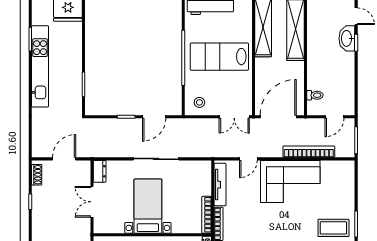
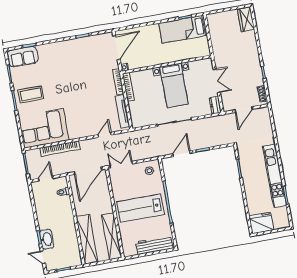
lab bench: (219, 57) -> (141, 208), turned 180
corner sofa: (290, 181) -> (44, 128), moved

